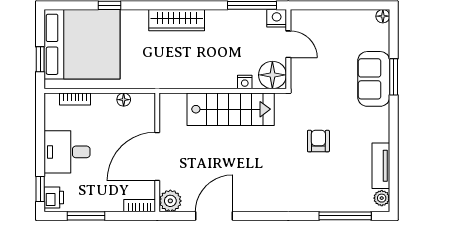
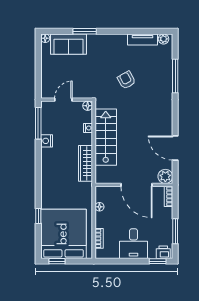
nightstand: (277, 18) -> (47, 141), moved
wardrobe: (177, 20) -> (85, 163), moved, turned 180
window: (40, 59) -> (57, 261), moved
floor lamp: (272, 75) -> (88, 106), width x0.53, depth x0.53
sofa: (374, 79) -> (69, 44), moved
armchair: (318, 141) -> (126, 80), turned 61
window: (345, 216) -> (175, 76), moved

